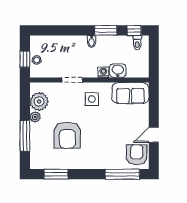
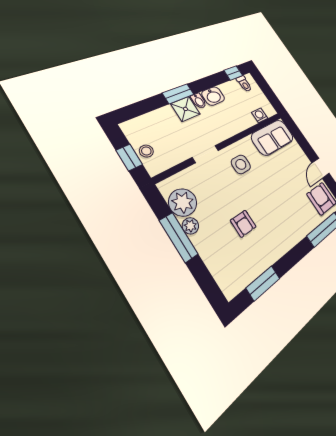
window: (106, 30) -> (178, 94), moved
shower: (78, 43) -> (185, 109), added
washbasin: (118, 71) -> (213, 96), moved, turned 180
washing machine: (103, 72) -> (260, 115), moved
armchair: (67, 135) -> (243, 224), width x0.53, depth x0.53
window: (25, 136) -> (179, 237), moved

